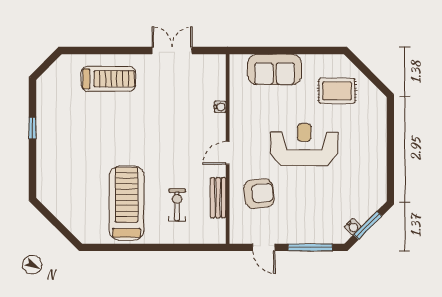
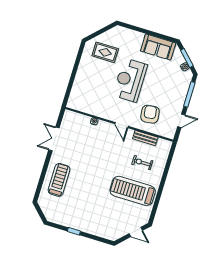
sofa: (275, 70) -> (158, 47), moved, turned 90
rug: (337, 91) -> (105, 52), turned 90
door: (62, 229) -> (136, 232), added

